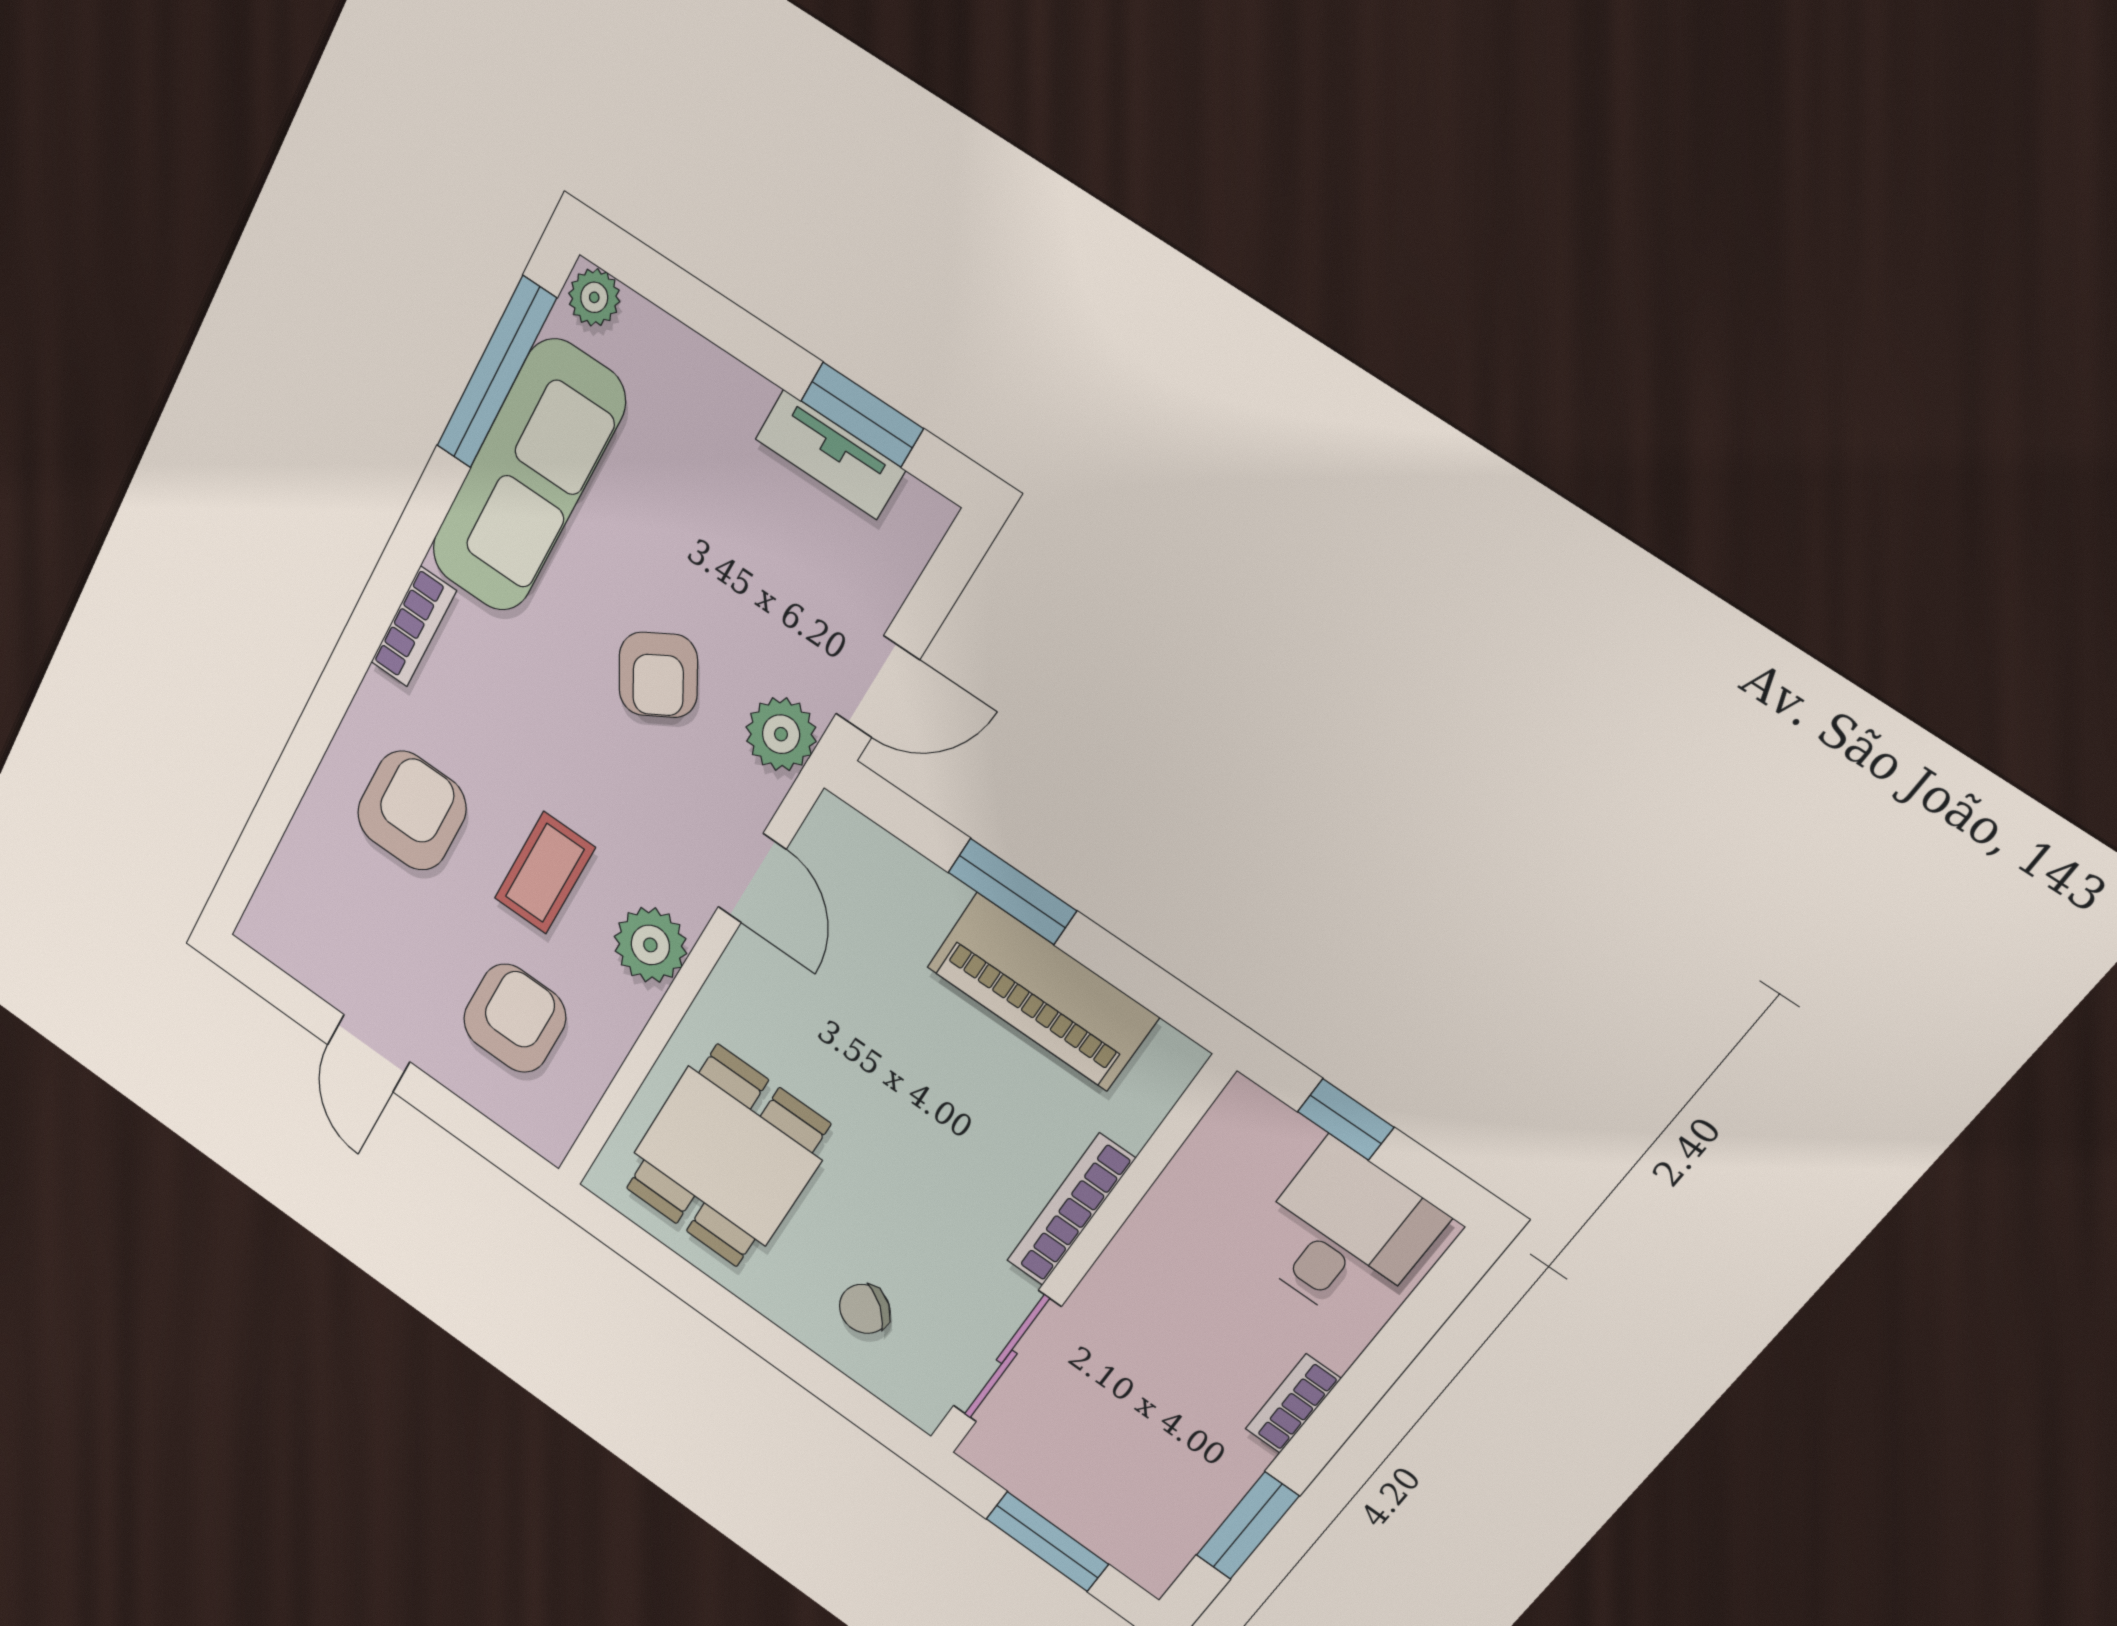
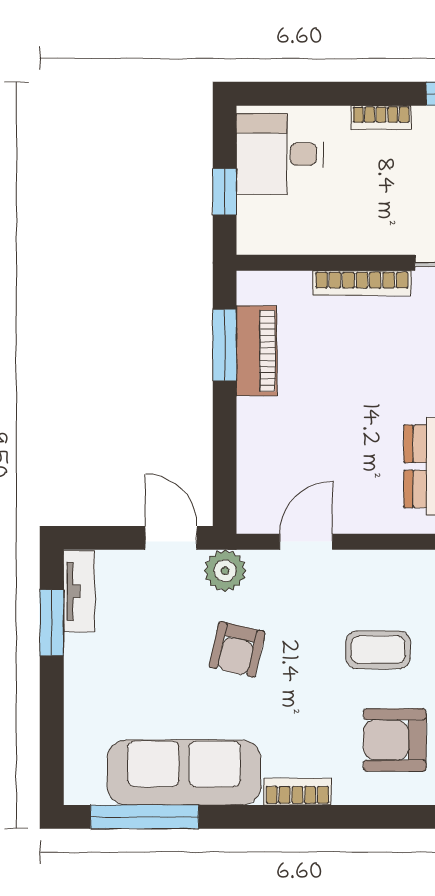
plant: (594, 297) -> (79, 786), removed
tv unit: (830, 455) -> (79, 591), moved
armchair: (658, 675) -> (237, 649), turned 133
window: (1012, 891) -> (225, 345), moved
plant: (650, 945) -> (377, 573), removed
piano: (1042, 992) -> (257, 351), width x0.73, depth x0.75

